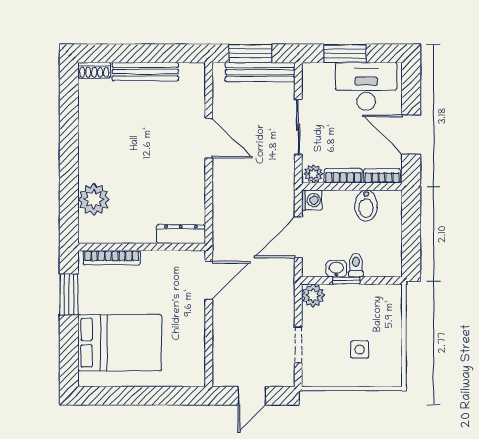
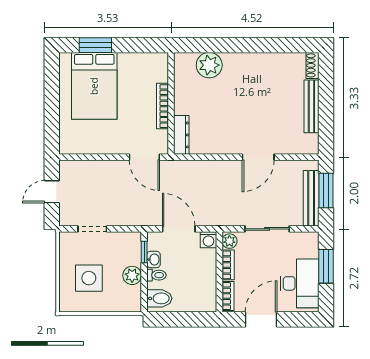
bidet: (366, 206) -> (159, 298), moved, turned 180
bookcase: (112, 258) -> (162, 106), moved
window: (346, 281) -> (144, 252), moved
window: (69, 294) -> (95, 45), moved
plant: (313, 295) -> (132, 275), moved
side table: (360, 349) -> (89, 278), width x1.87, depth x1.87
door: (252, 396) -> (52, 192), hinge flipped

